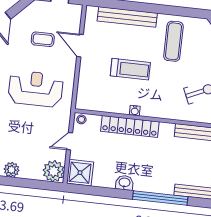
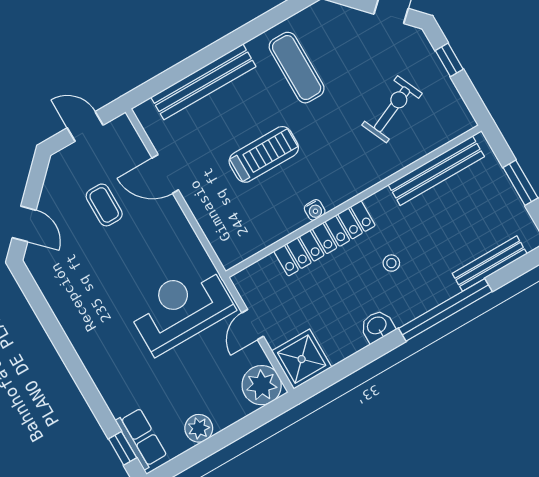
coffee table: (43, 39) -> (104, 205), turned 90
reception desk: (36, 89) -> (181, 308), moved
stool: (81, 119) -> (391, 263), moved

